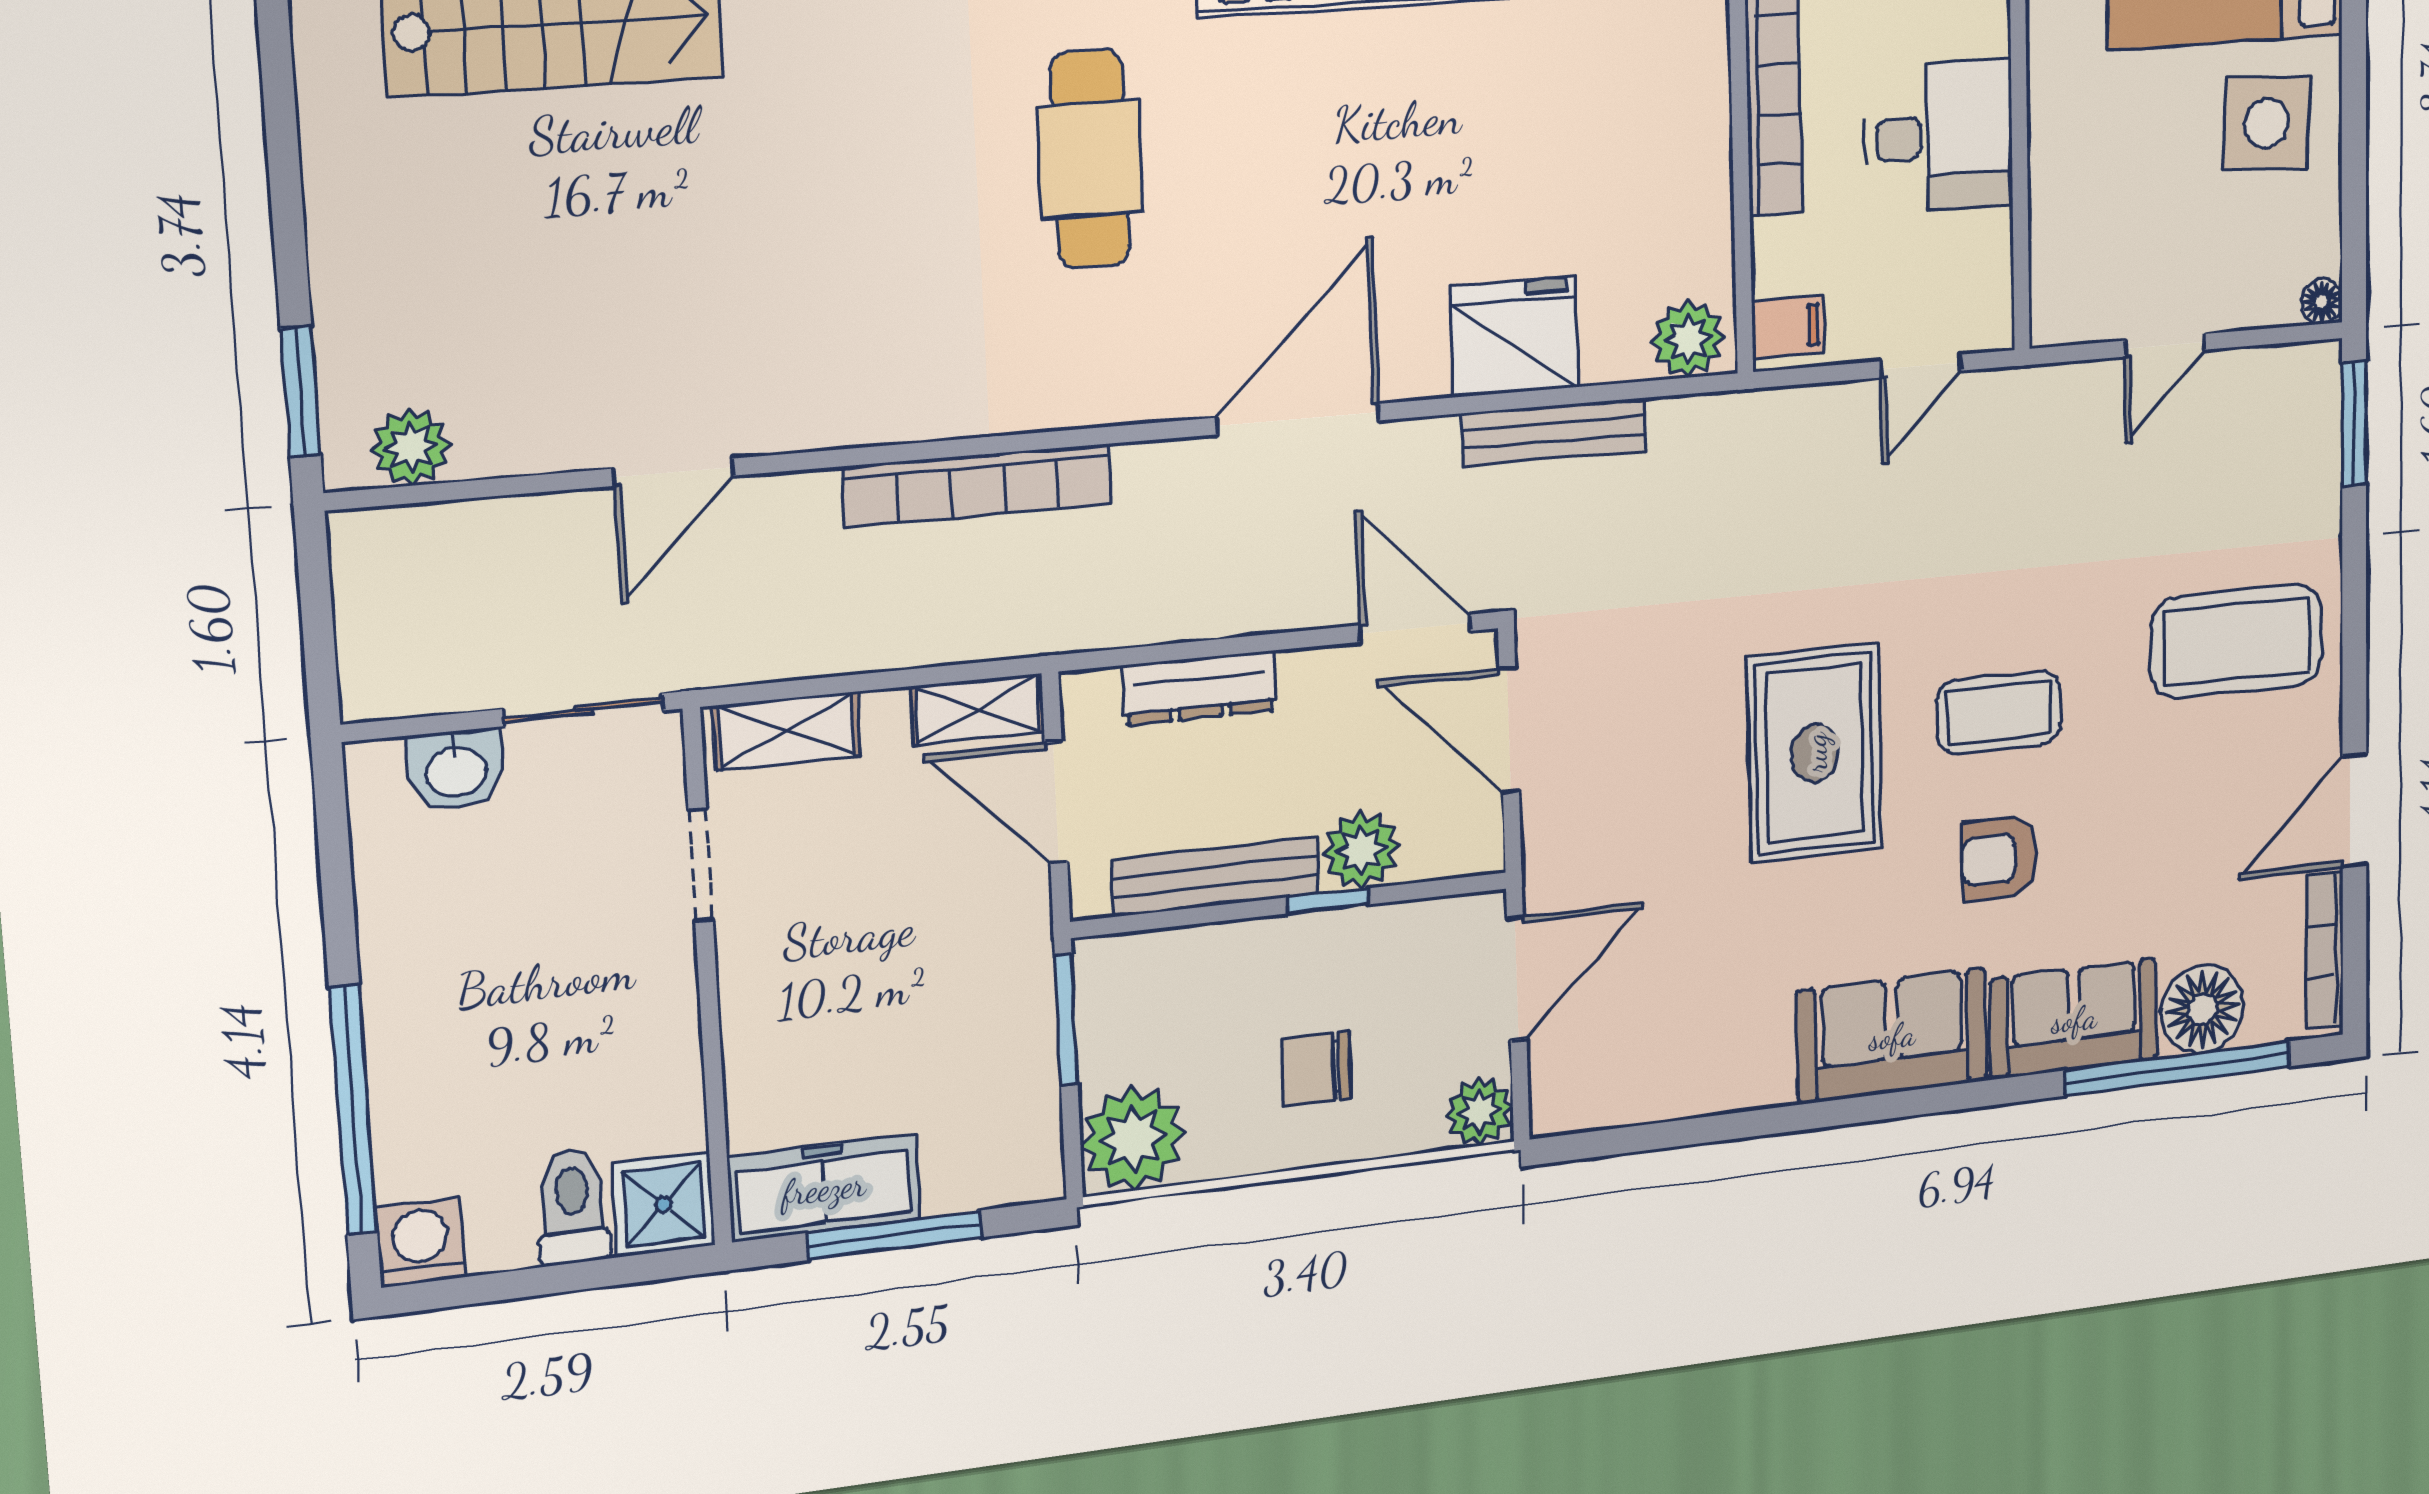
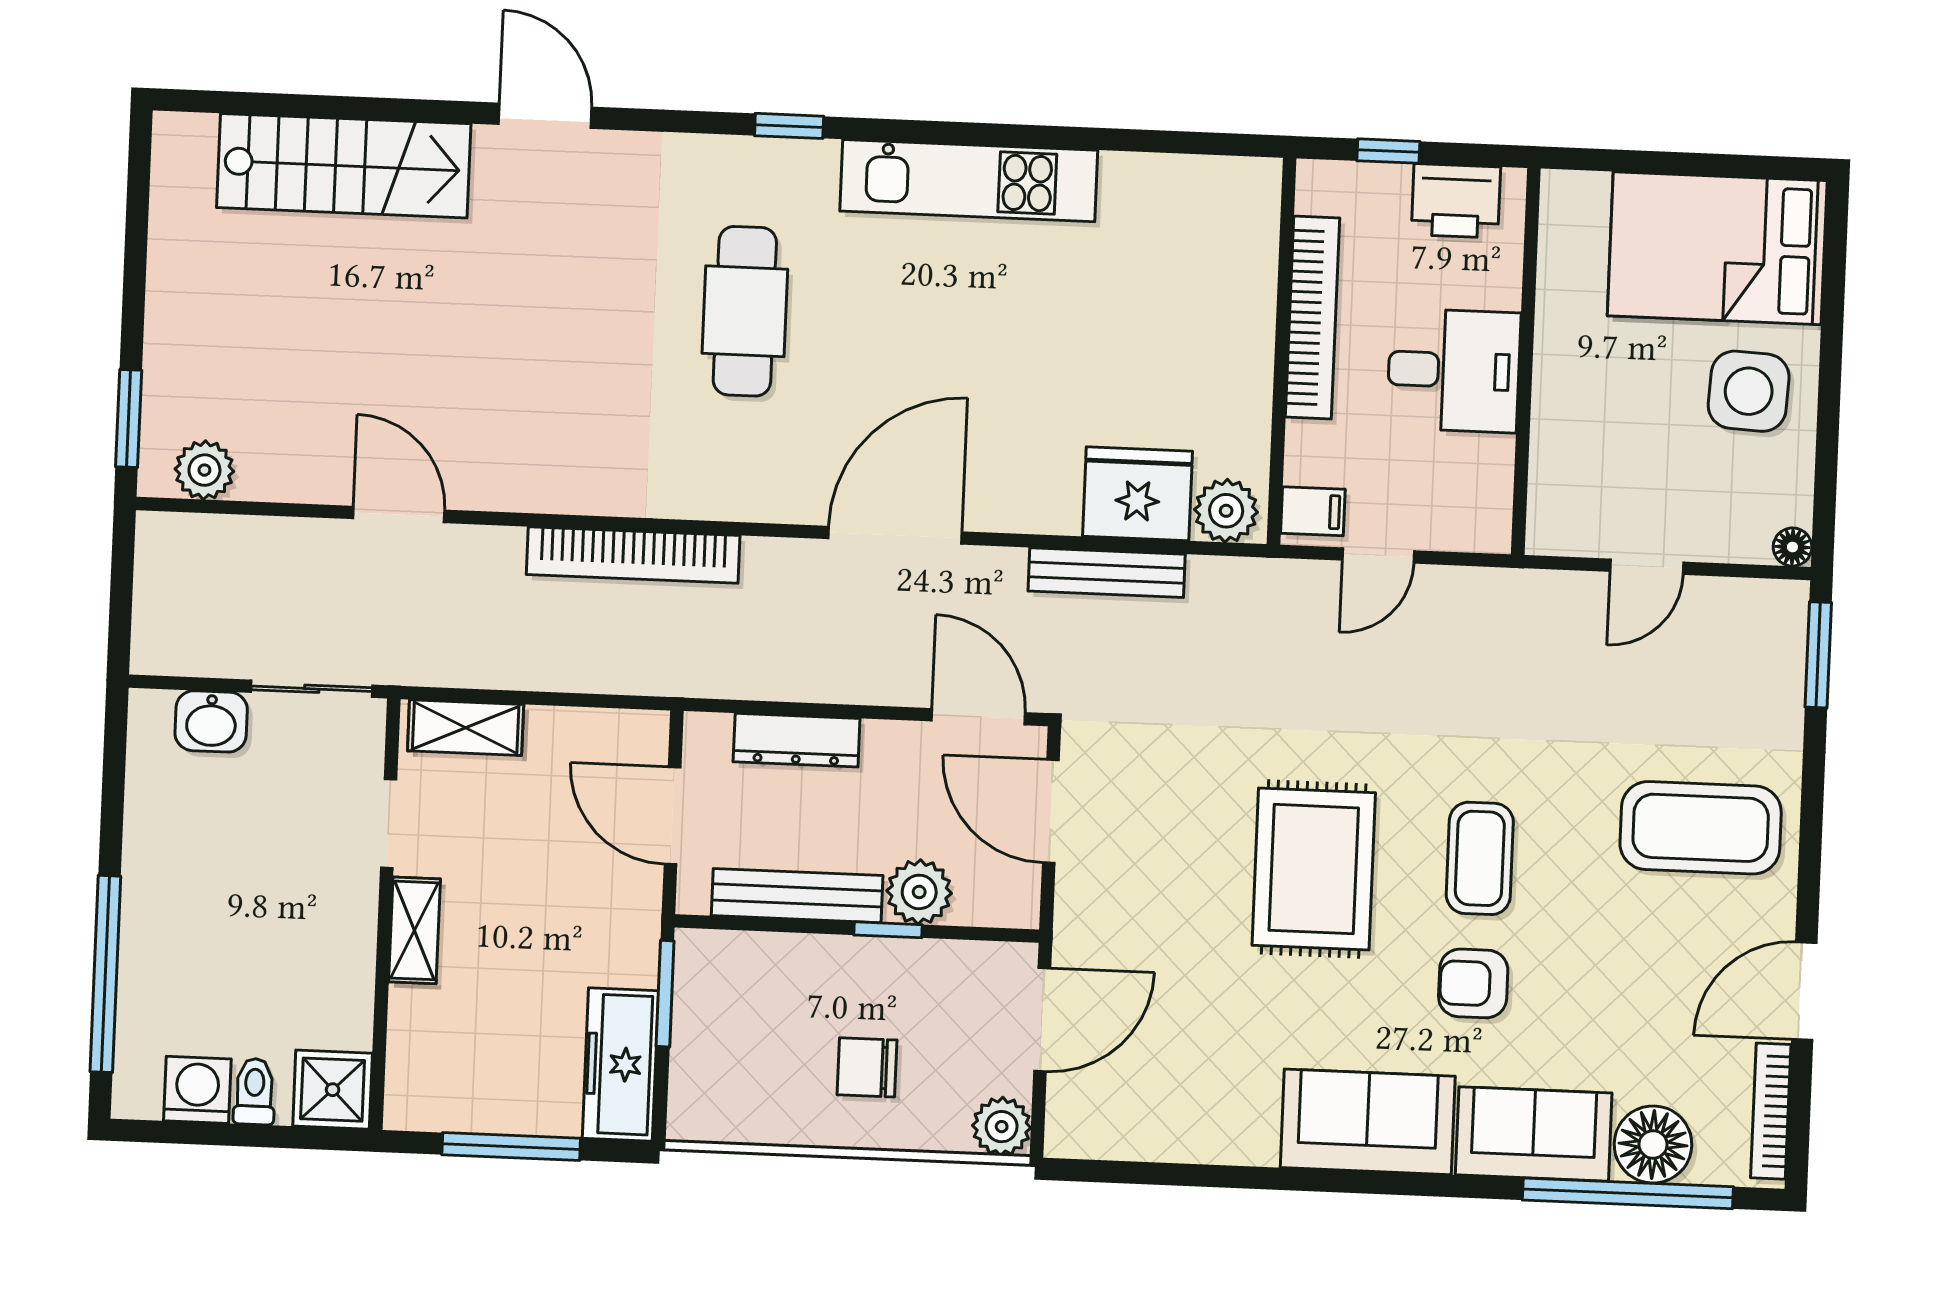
fridge: (1514, 337) -> (1138, 494), moved
door: (1921, 366) -> (1378, 556), moved
door: (673, 472) -> (399, 514), swing flipped
shelving: (978, 709) -> (414, 930), moved, turned 90
coffee table: (1999, 713) -> (1480, 858), turned 90
plant: (1133, 1138) -> (711, 1100), removed
freezer: (824, 1188) -> (620, 1064), moved, turned -90
toilet: (573, 1206) -> (254, 1092), width x0.73, depth x0.72
washing machine: (421, 1242) -> (197, 1090), moved

